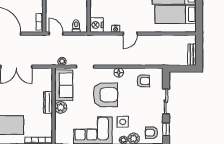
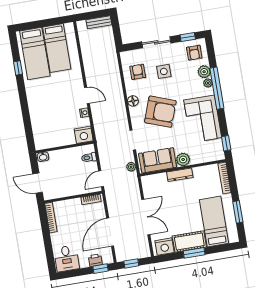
armchair: (105, 95) -> (160, 112), turned 110
side table: (123, 122) -> (164, 71), moved

